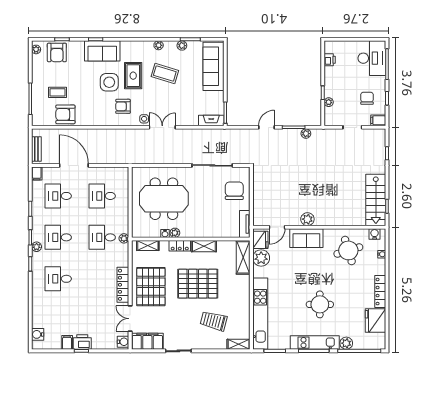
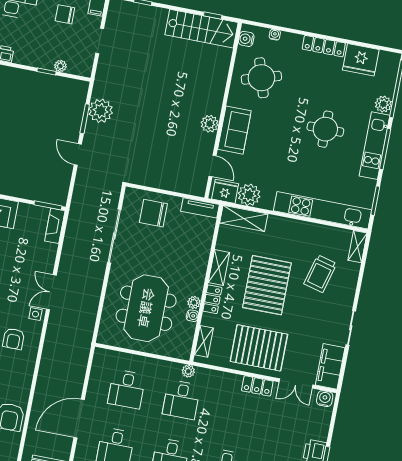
plant: (306, 134) -> (101, 111), width x1.88, depth x1.88
locker: (123, 285) -> (257, 386), width x0.66

